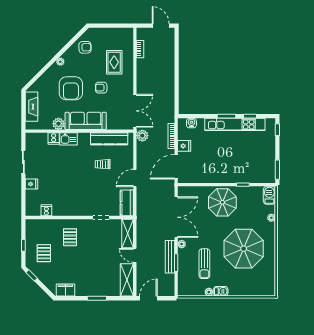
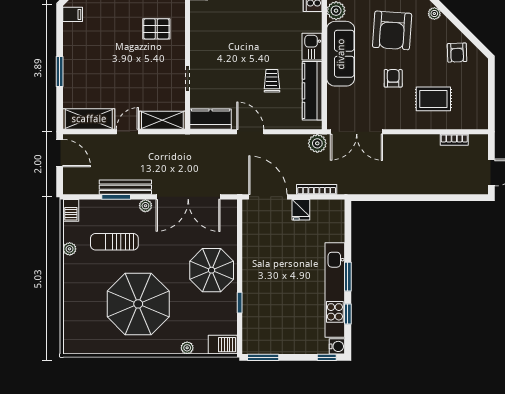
armchair: (71, 88) -> (392, 30), turned -86
water cooler: (191, 123) -> (337, 346), moved
kitchen sink: (69, 139) -> (312, 47), moved
filing cabinet: (65, 290) -> (73, 14), width x0.50
barbecue: (221, 291) -> (71, 210), moved

